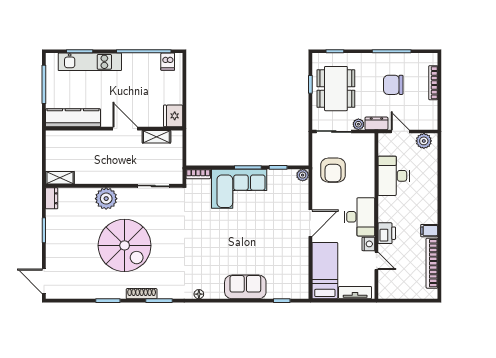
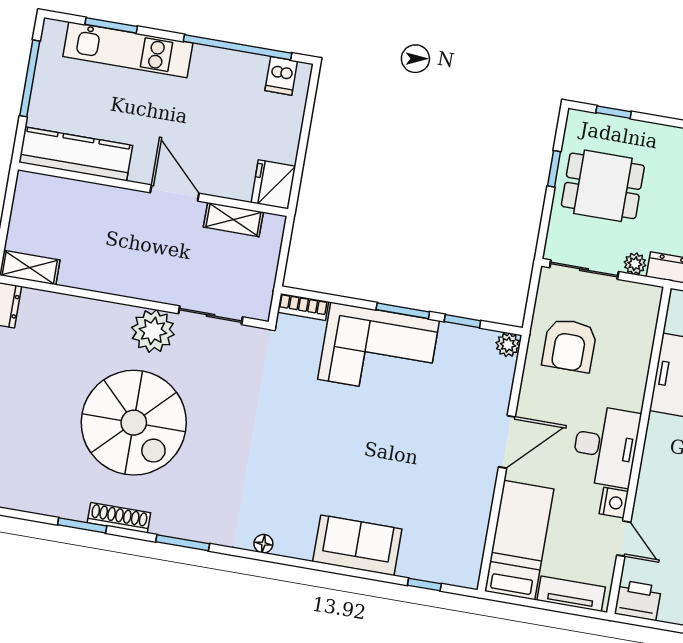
dining table: (336, 89) -> (603, 186), width x0.73
plant: (106, 199) -> (153, 331), moved
printer: (387, 233) -> (638, 600), moved, turned -90
shoe rack: (142, 294) -> (119, 518), moved

